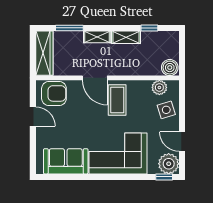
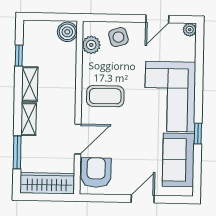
door: (95, 78) -> (78, 139), moved
door: (33, 117) -> (143, 199), moved
plant: (169, 164) -> (190, 30), width x0.53, depth x0.53
window: (164, 177) -> (198, 134), moved

